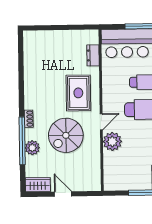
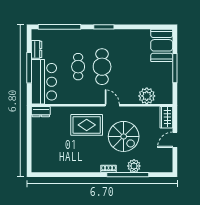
dresser: (93, 55) -> (41, 112), moved
plant: (112, 141) -> (147, 96), moved
wardrobe: (38, 185) -> (166, 117), moved

